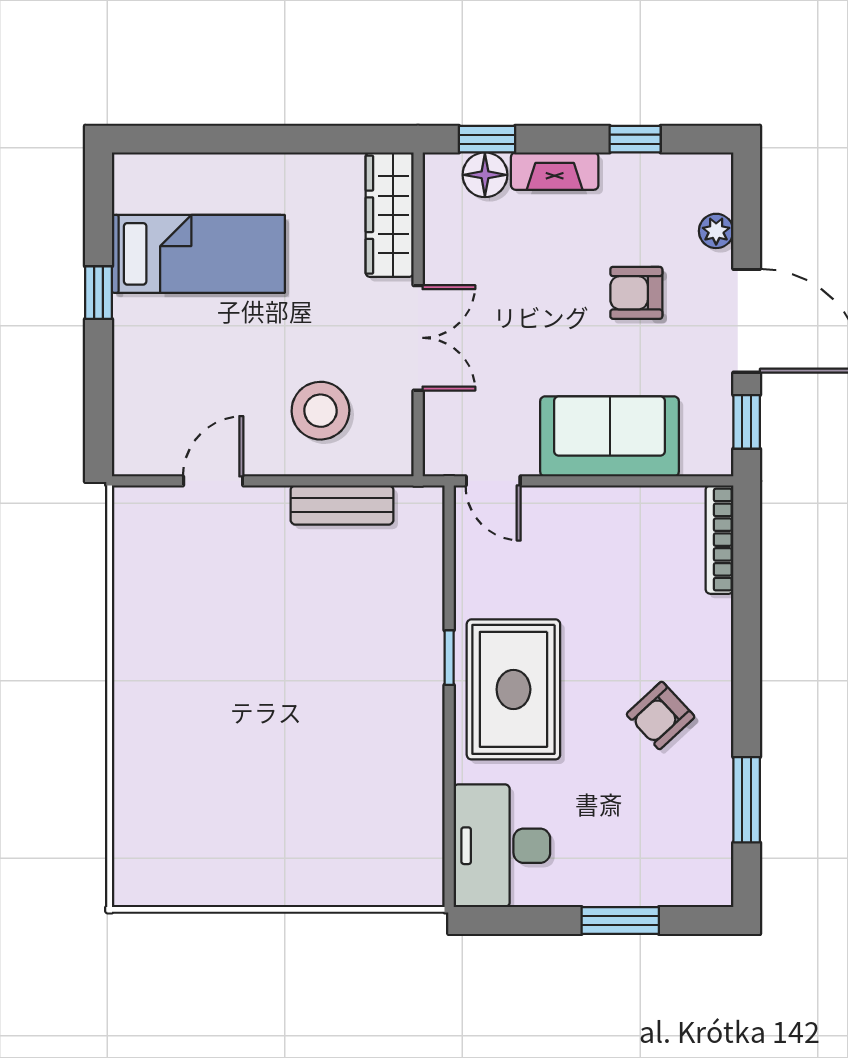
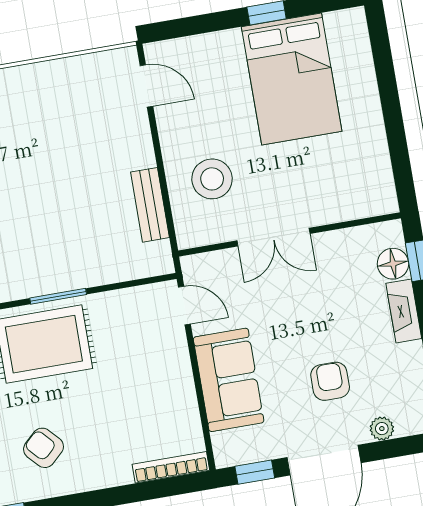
wardrobe: (390, 215) -> (354, 203), removed
bed: (198, 254) -> (292, 79), width x1.50
door: (213, 481) -> (146, 86), moved
door: (493, 481) -> (184, 305), swing flipped
window: (449, 658) -> (58, 296), width x1.50

